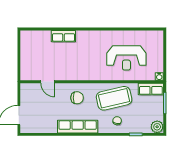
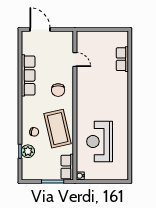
row of seats: (63, 36) -> (122, 59), moved
door: (48, 82) -> (75, 60), swing flipped
row of seats: (78, 127) -> (28, 75), moved
plant: (157, 127) -> (28, 151), moved

